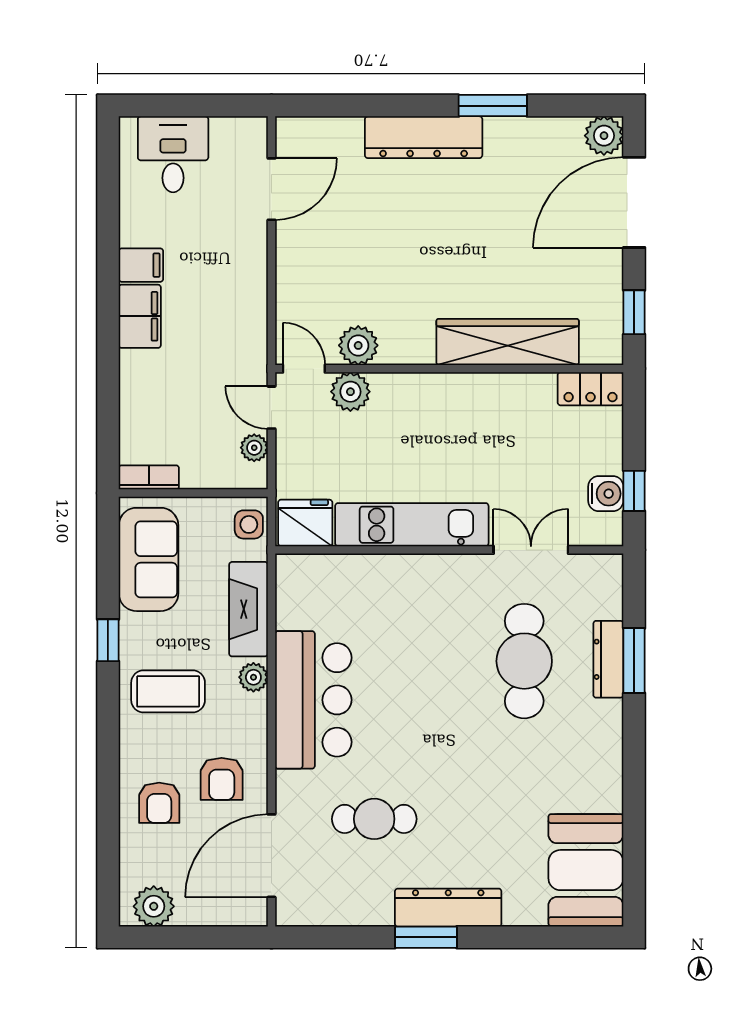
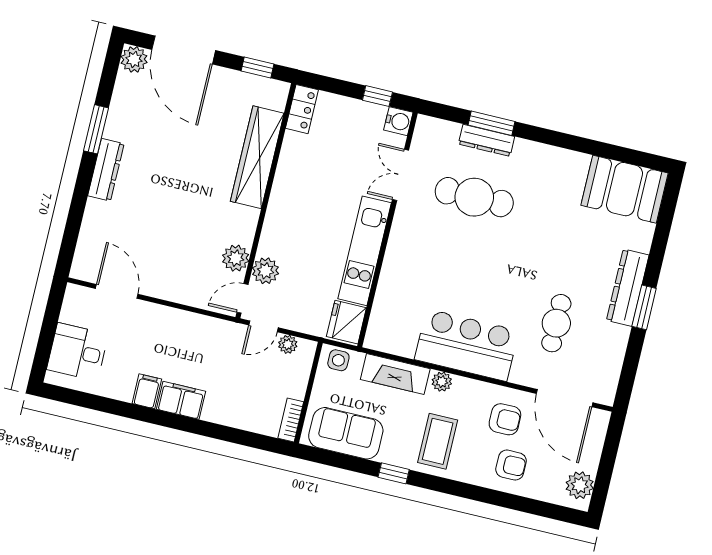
dresser: (424, 137) -> (106, 170), width x0.73, depth x0.80
water cooler: (606, 494) -> (398, 121), moved, turned 90

